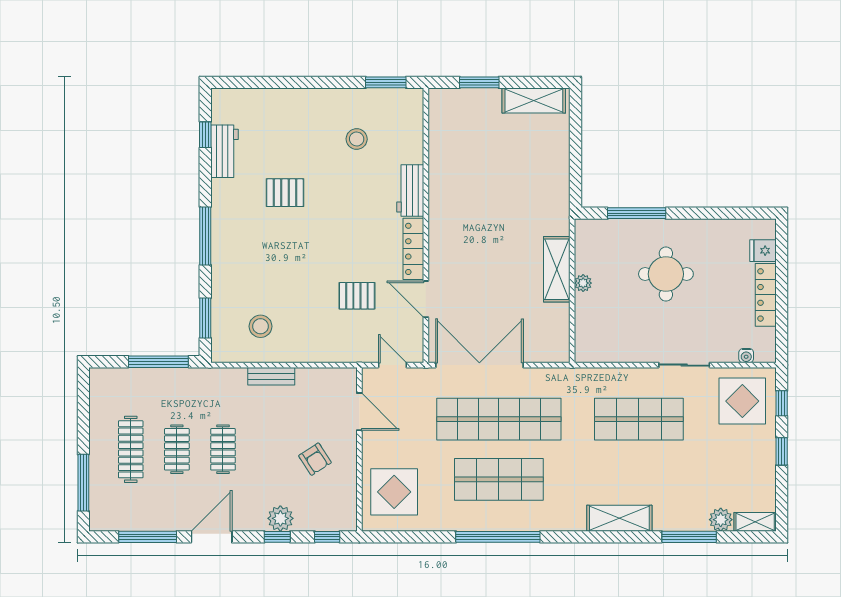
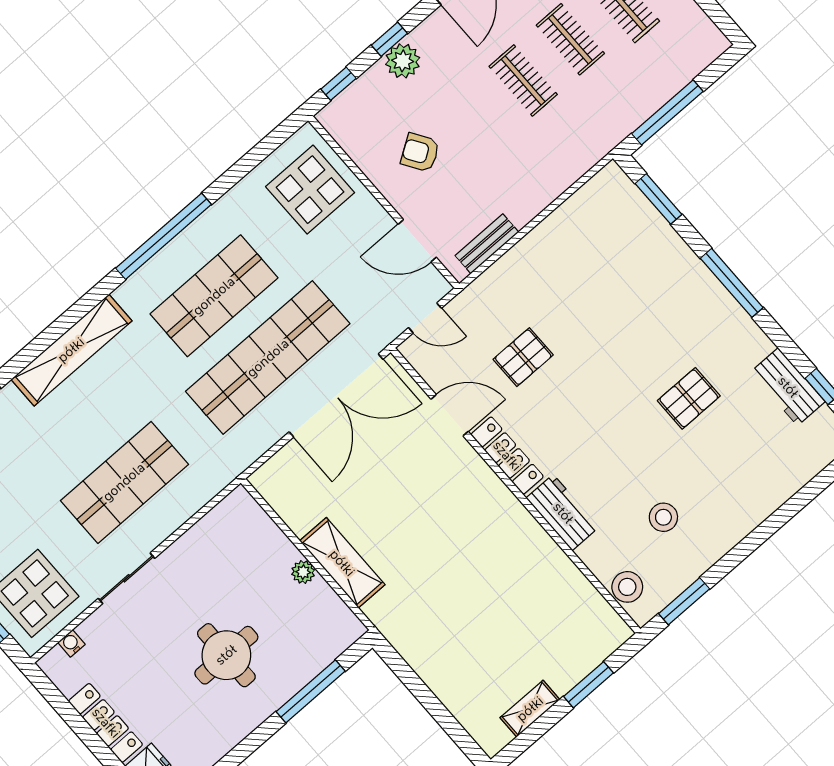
shelving: (534, 101) -> (530, 709), width x0.67, depth x0.75
stool: (260, 326) -> (627, 587), moved
bench: (271, 376) -> (487, 244), moved
shelving: (619, 518) -> (71, 350), width x1.47

